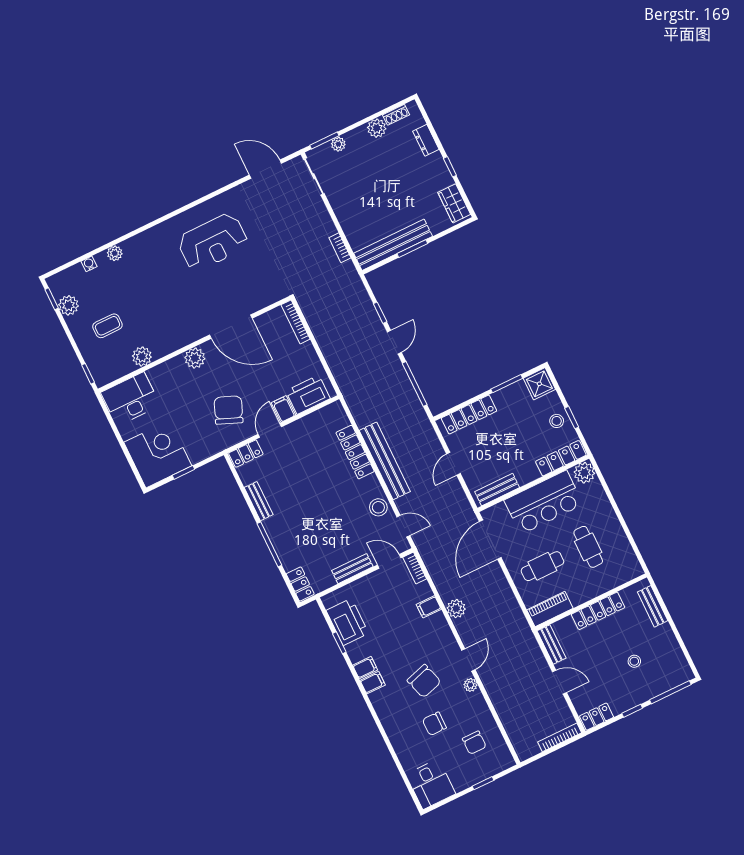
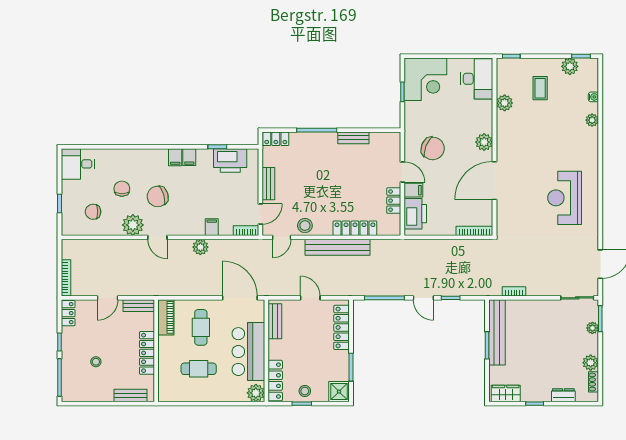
locker: (246, 454) -> (394, 201), moved
plant: (470, 685) -> (133, 225), width x1.87, depth x1.87

